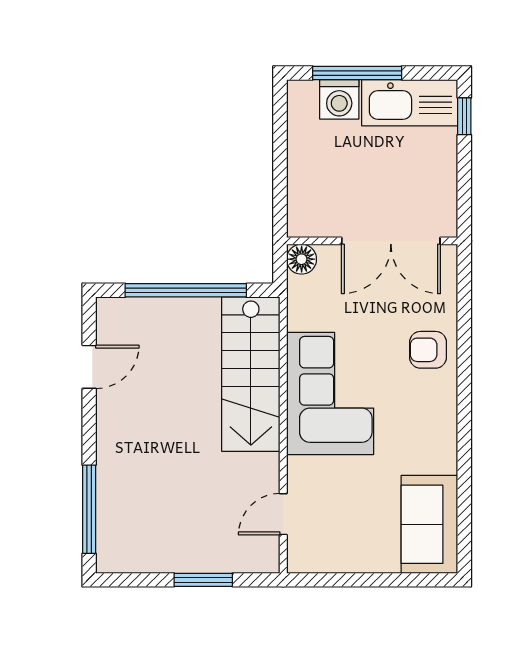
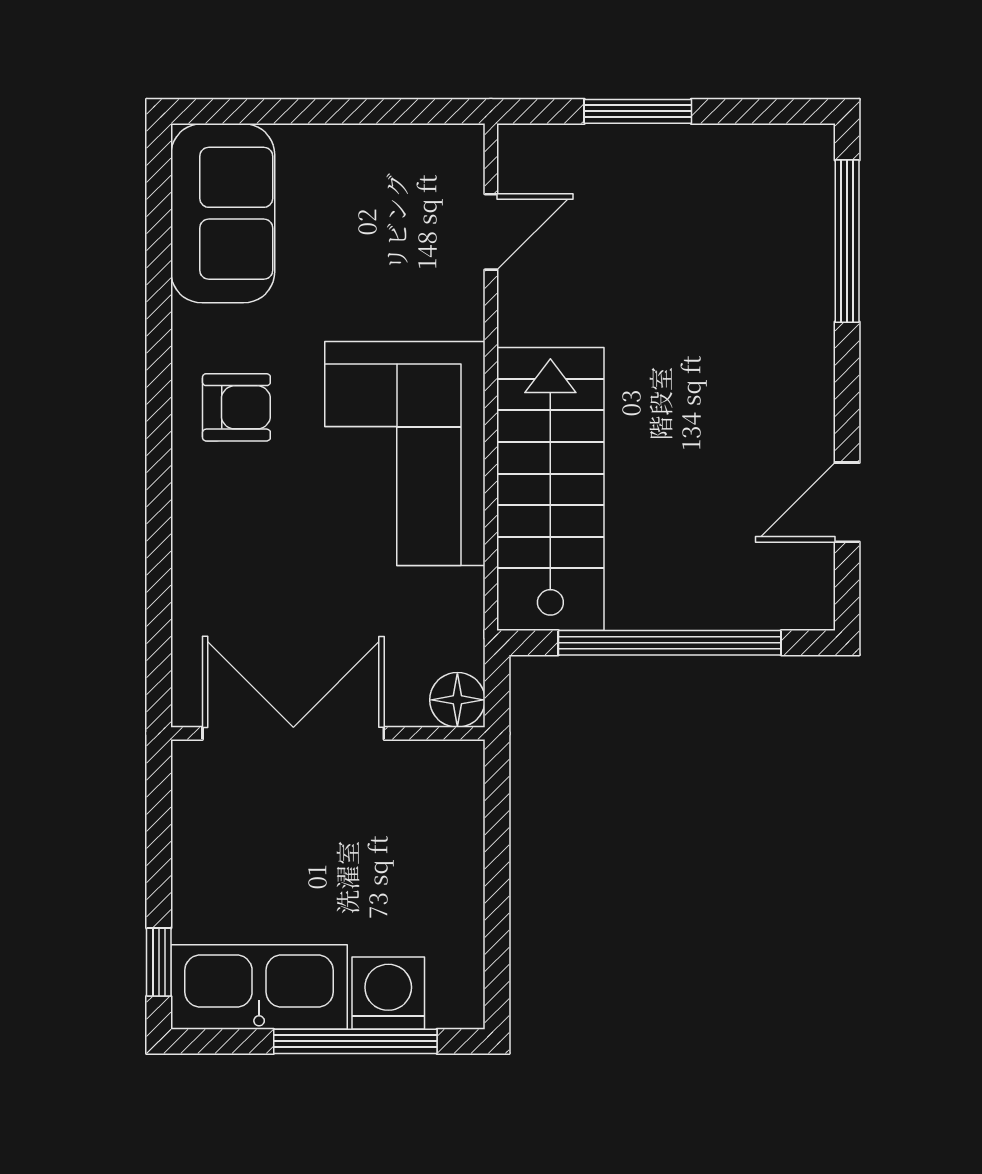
armchair: (428, 350) -> (236, 407), moved

